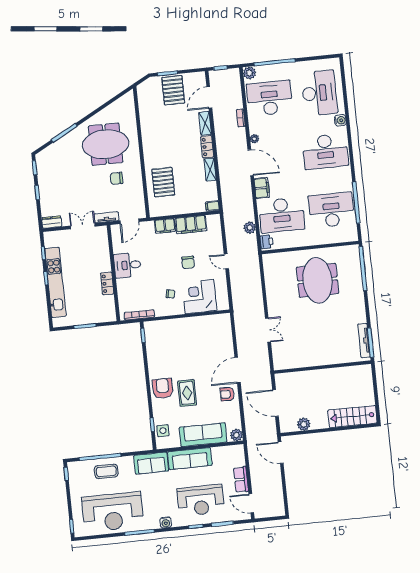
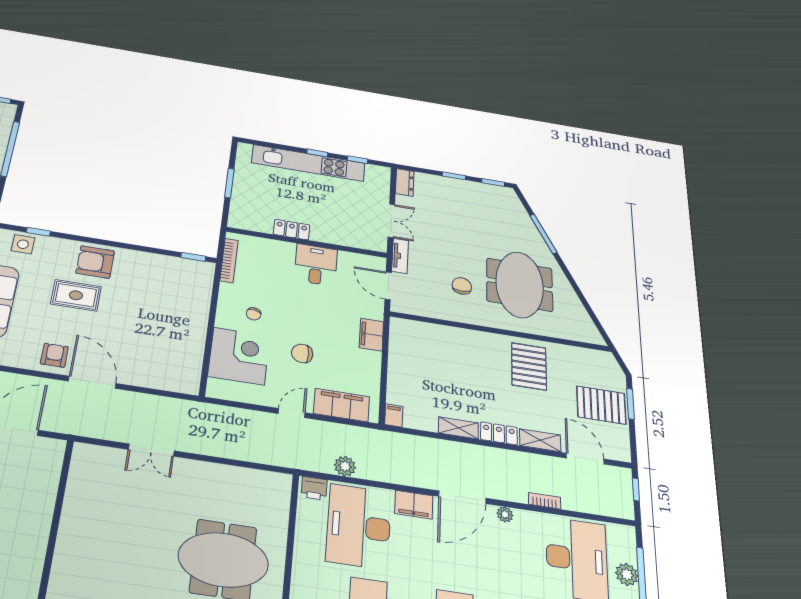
plant: (249, 73) -> (627, 574), moved
pallet: (163, 182) -> (529, 366), moved, turned 90
filing cabinet: (191, 225) -> (341, 405), moved, turned 90
armchair: (163, 388) -> (95, 262), turned 180

